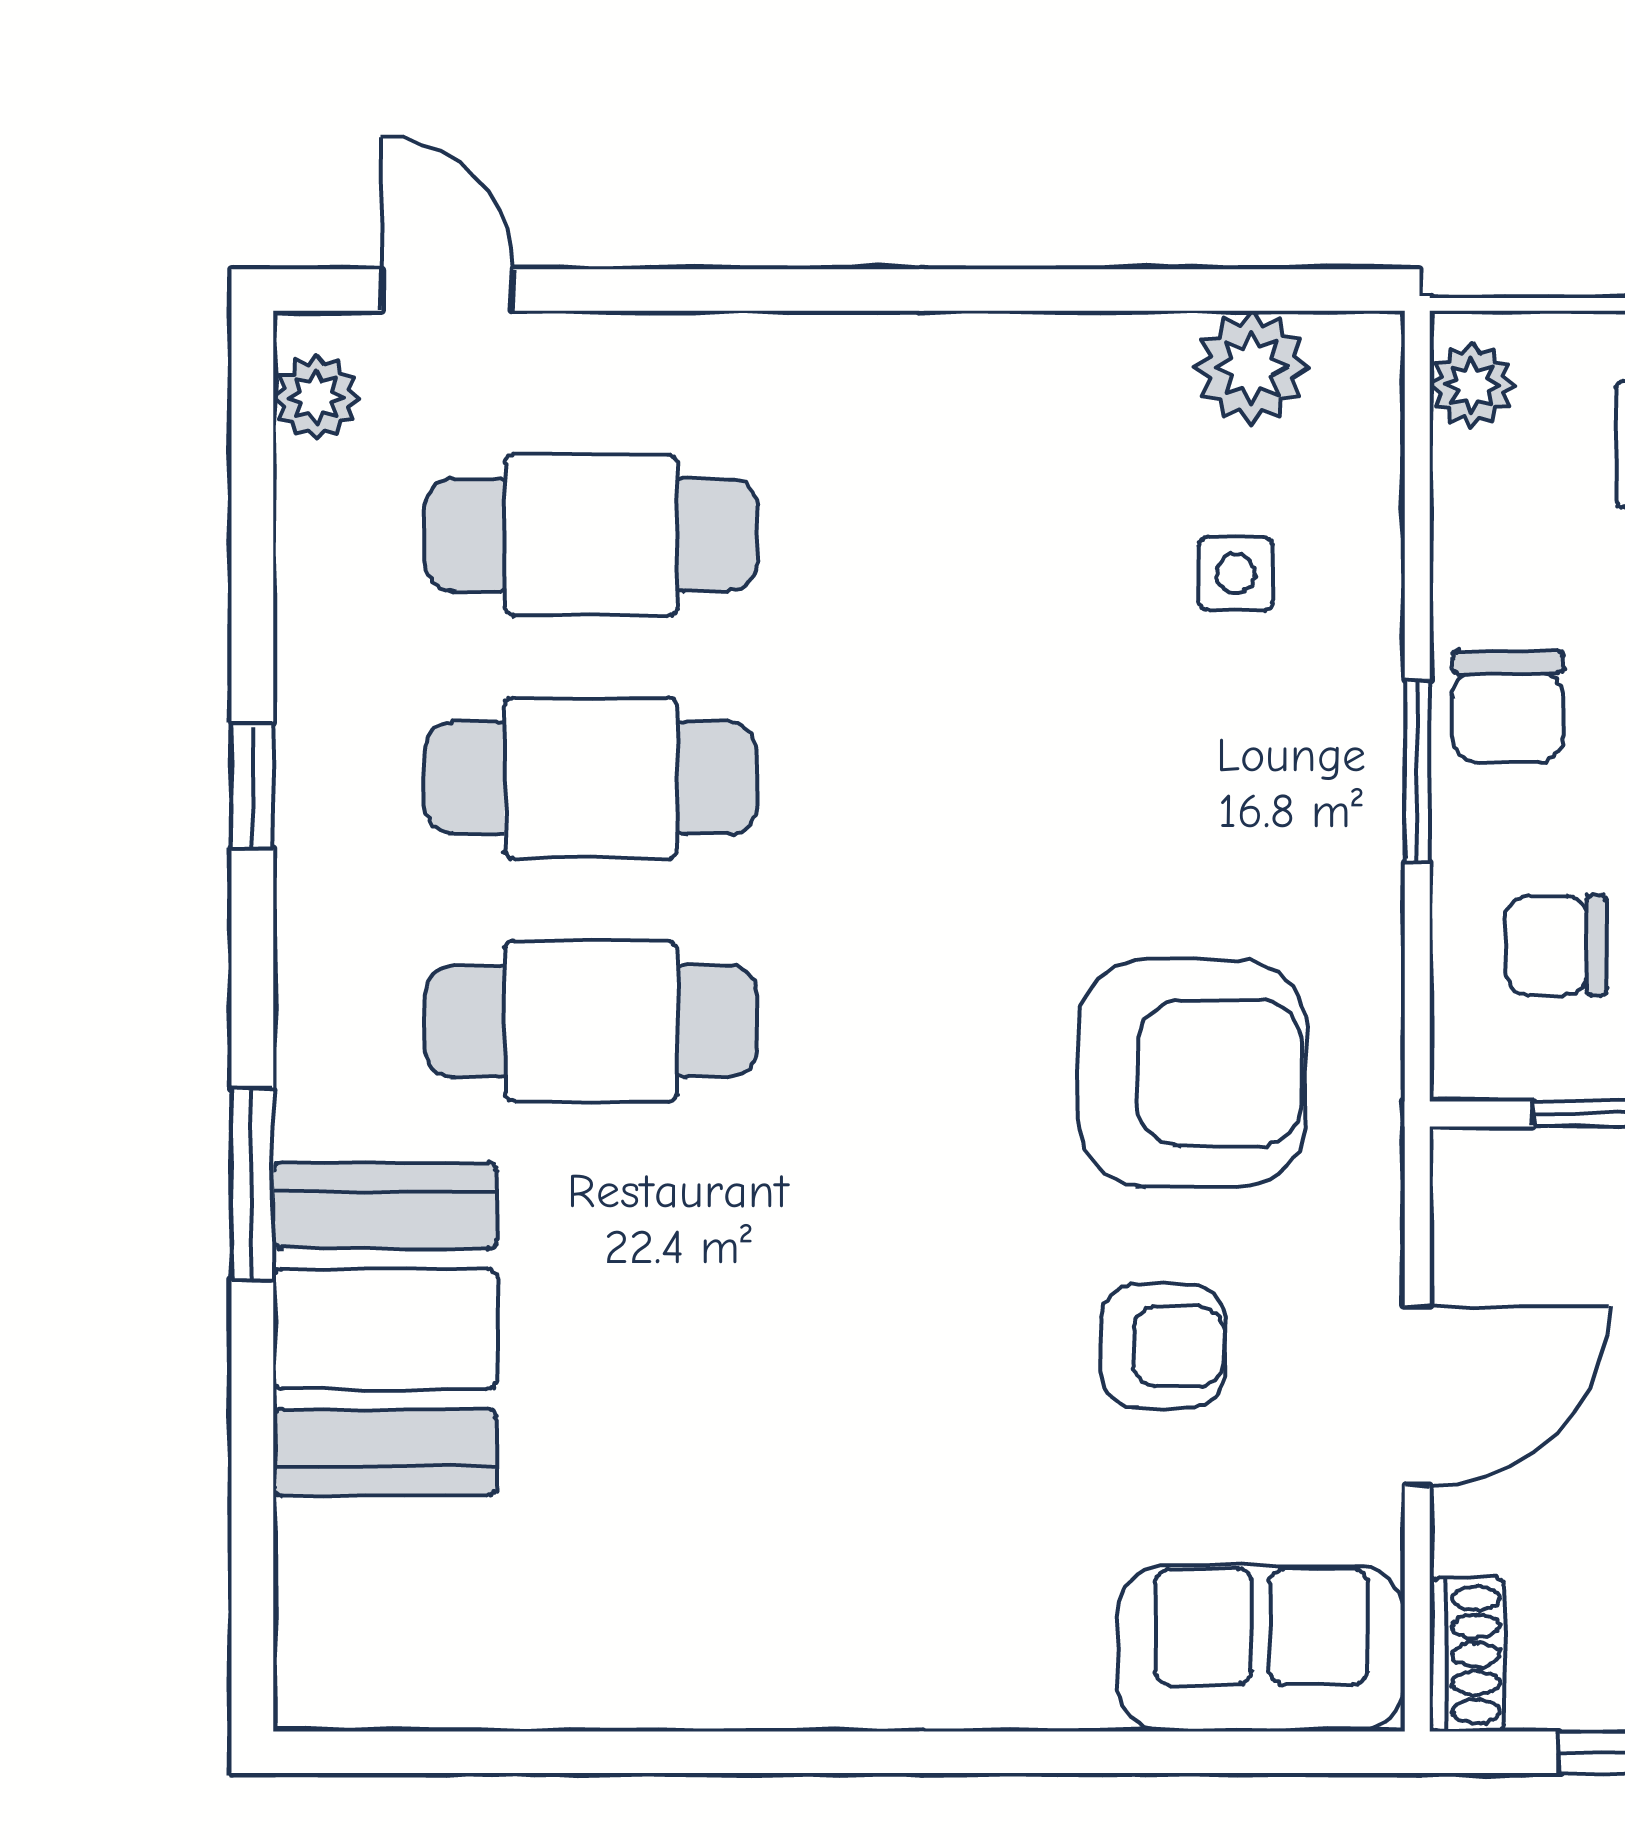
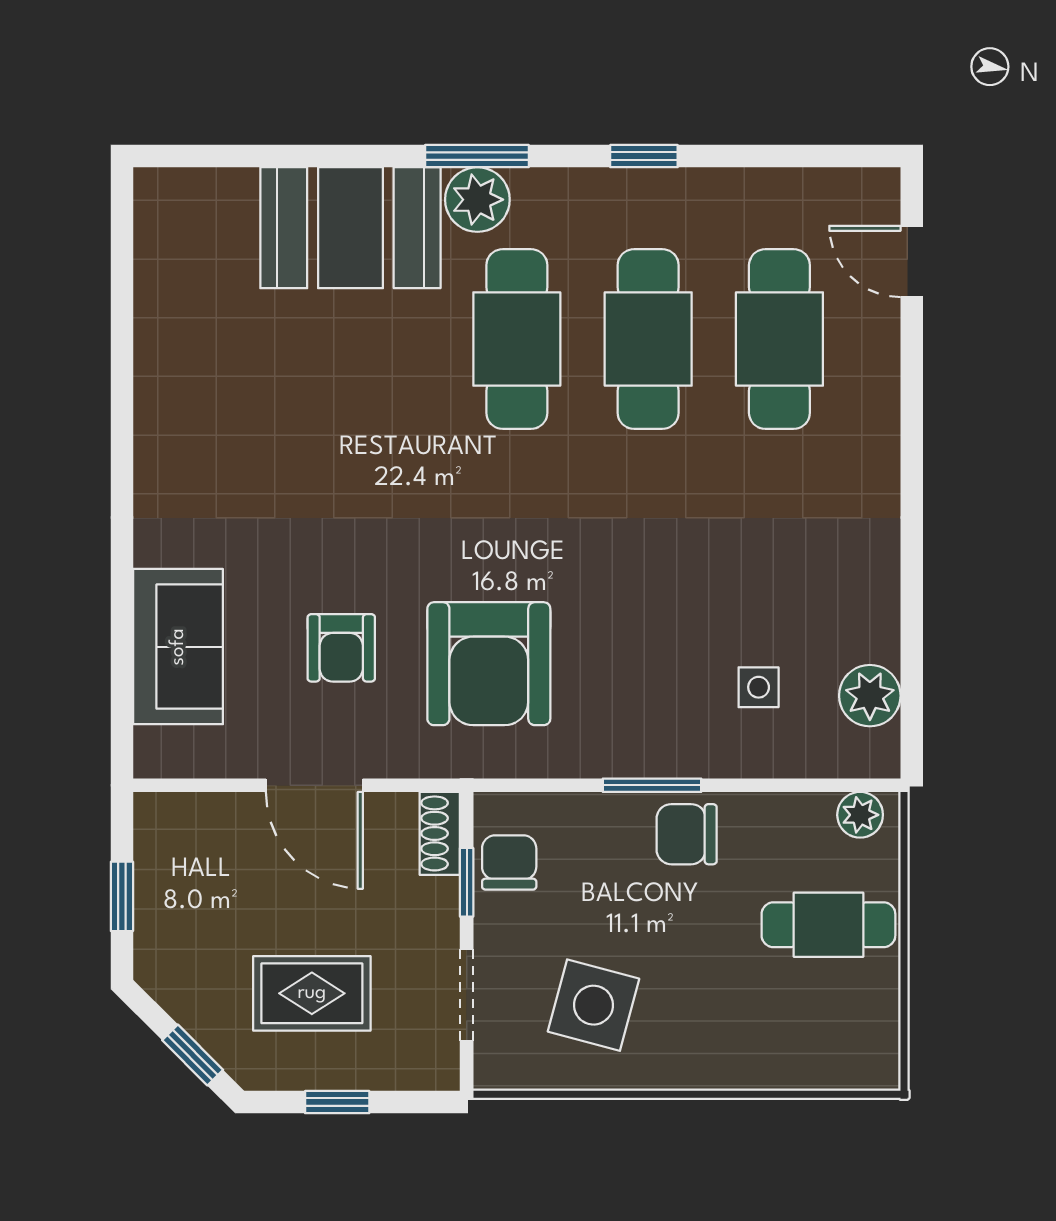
door: (447, 290) -> (912, 261), swing flipped
plant: (317, 397) -> (477, 200), moved, width x1.38, depth x1.38
chair: (1556, 945) -> (509, 862), moved
window: (252, 1184) -> (477, 156), moved
sofa: (1261, 1648) -> (178, 647), moved
shoe rack: (1467, 1655) -> (440, 833), moved, turned 90

